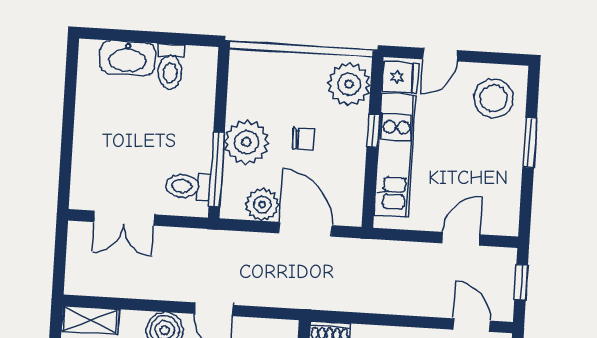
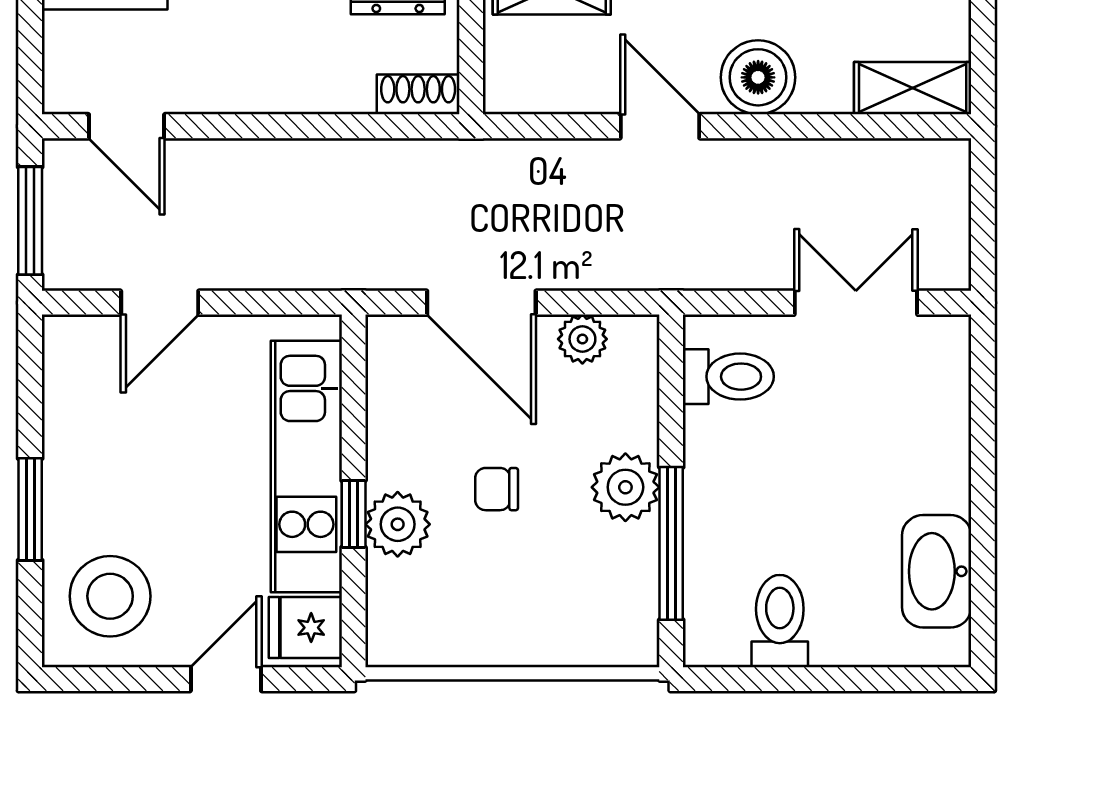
washbasin: (127, 58) -> (937, 571), moved, turned -90
plant: (349, 84) -> (398, 524), moved, width x0.73, depth x0.73
plant: (247, 142) -> (625, 487), width x0.73, depth x0.73
window: (217, 169) -> (671, 543), moved
plant: (262, 205) -> (582, 339), width x0.73, depth x0.73
window: (521, 282) -> (30, 221), width x1.50

